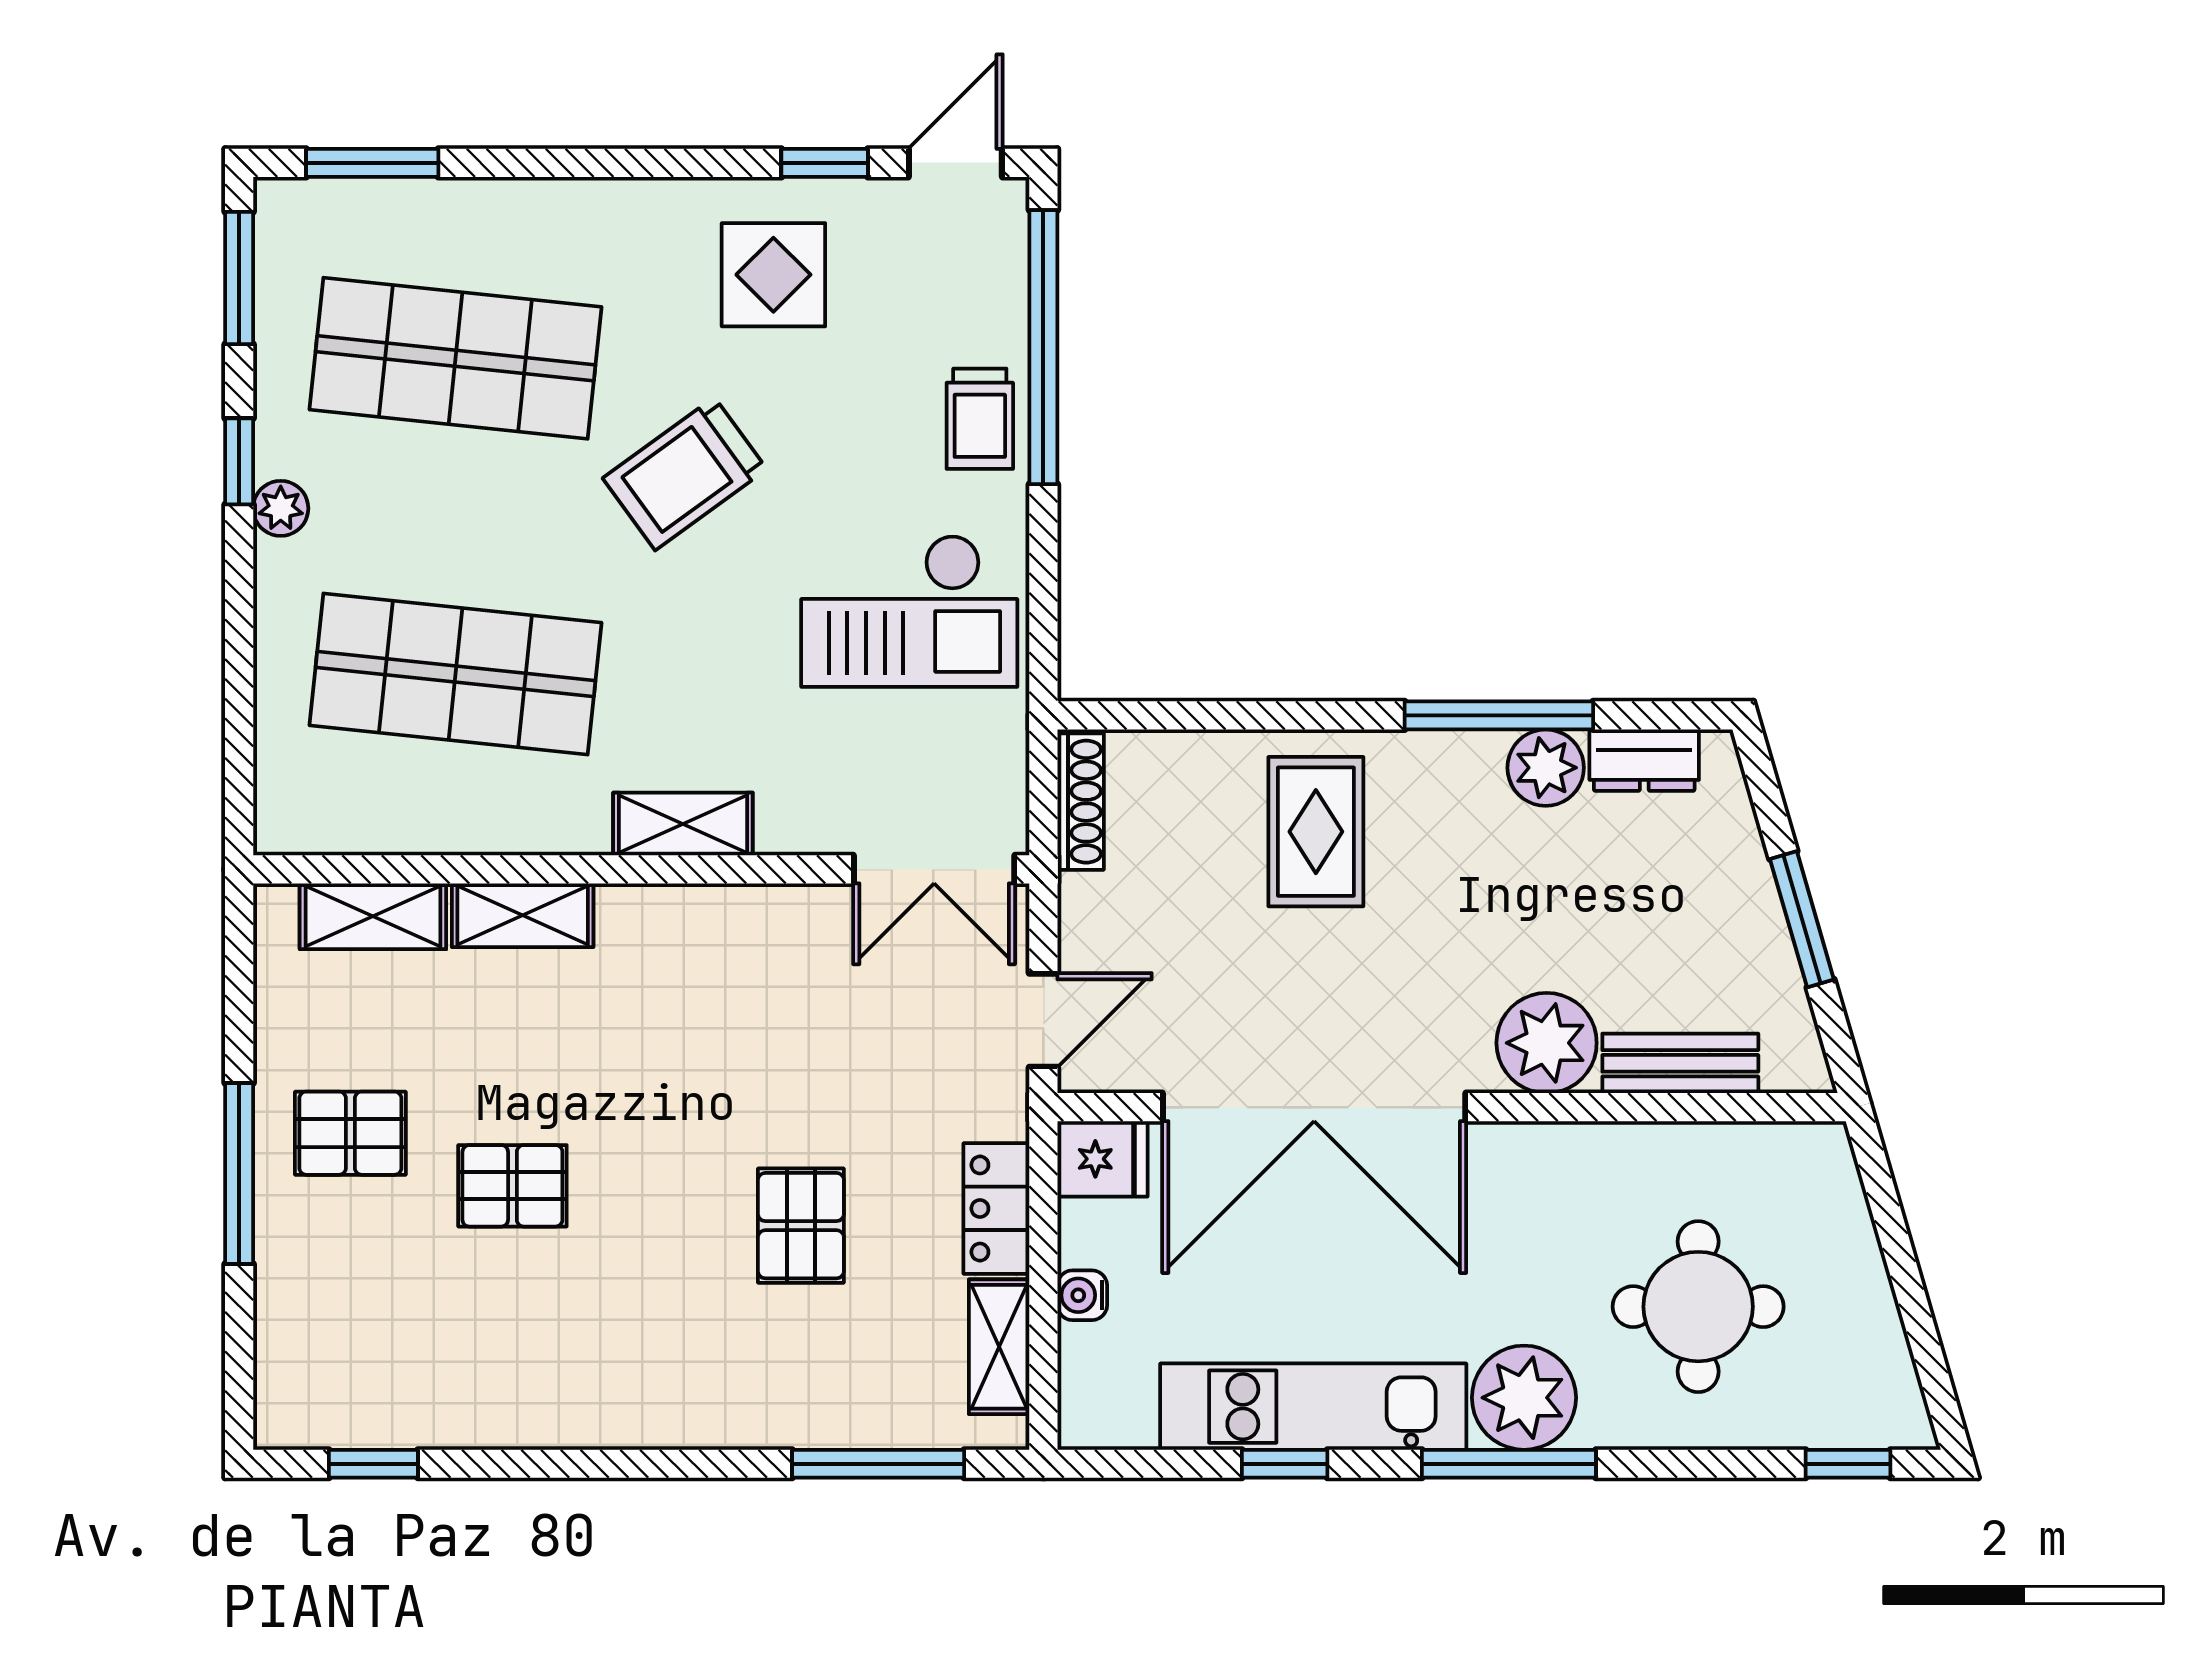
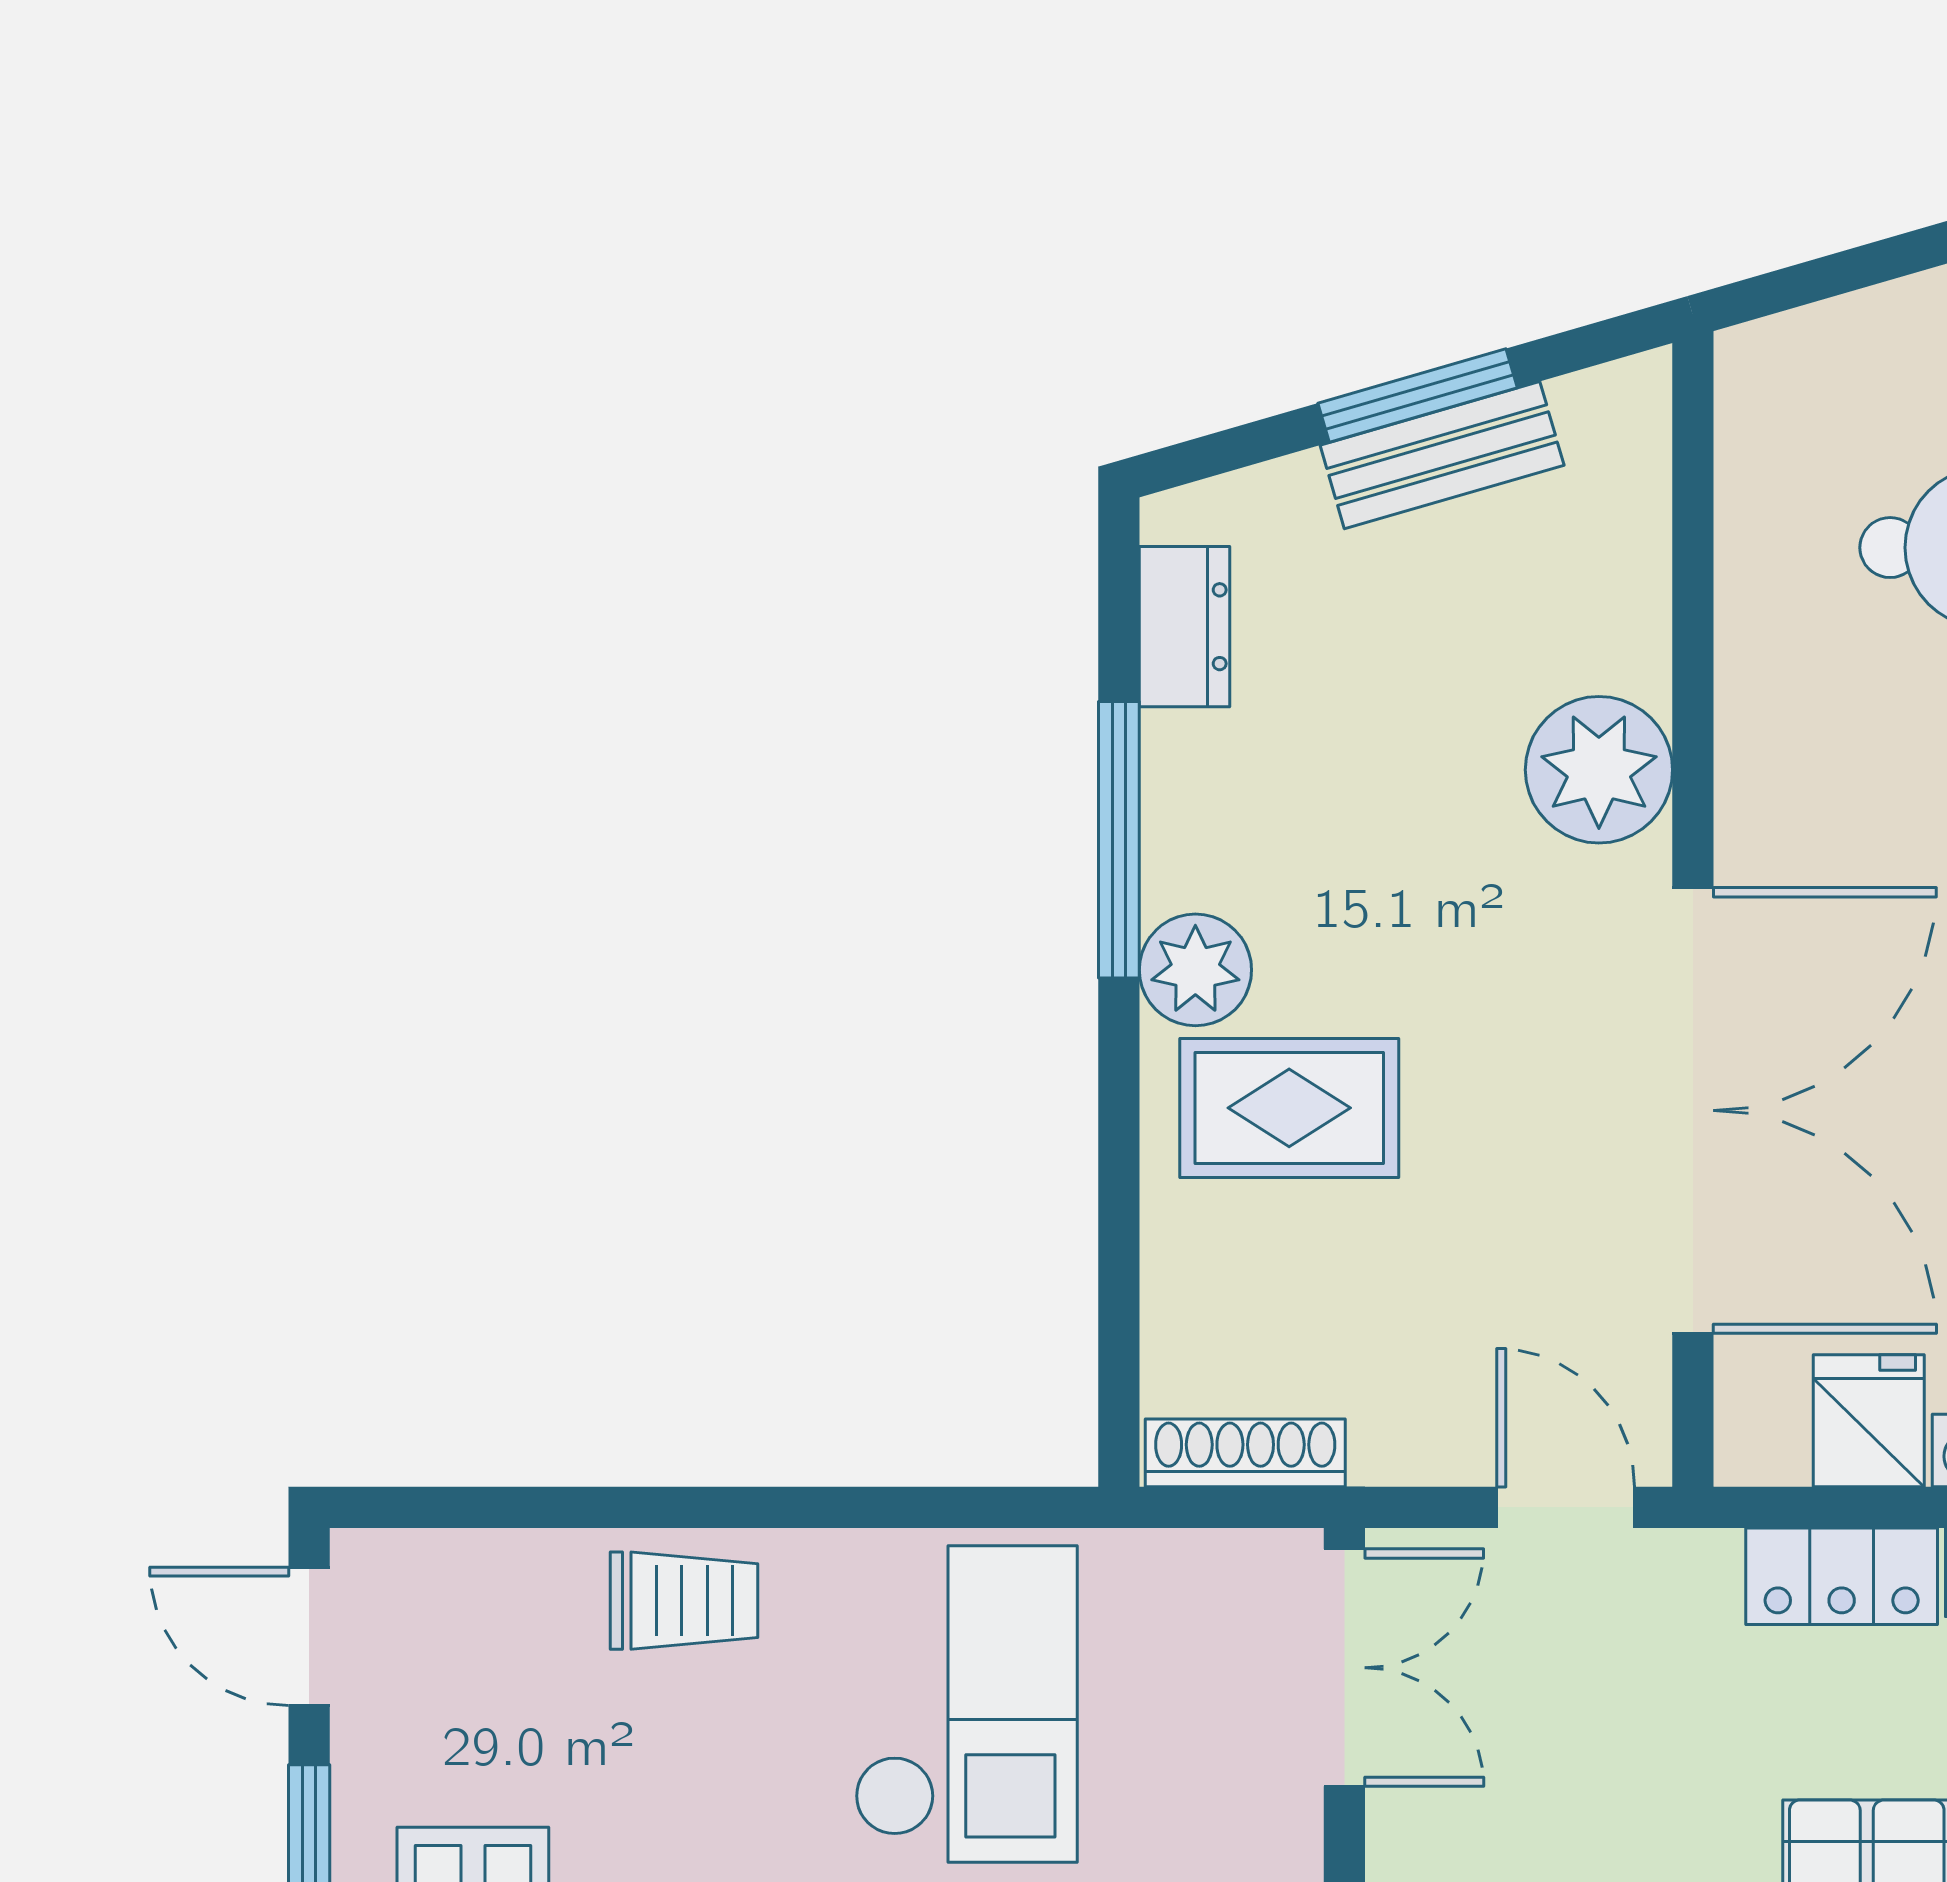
window: (1043, 347) -> (579, 1507), removed
plant: (1546, 768) -> (1195, 970), moved
bench: (1680, 1063) -> (1442, 455), moved, turned 74
fridge: (1103, 1159) -> (1869, 1421), moved

